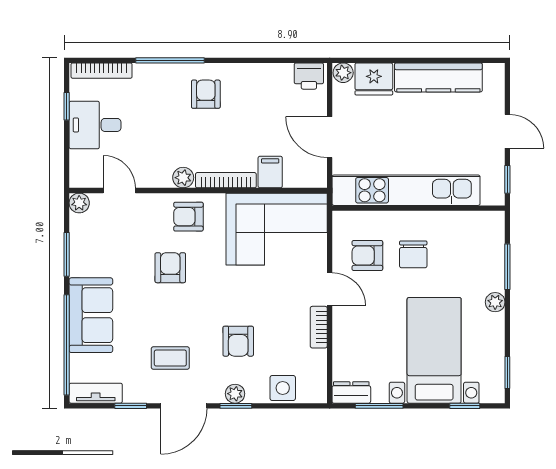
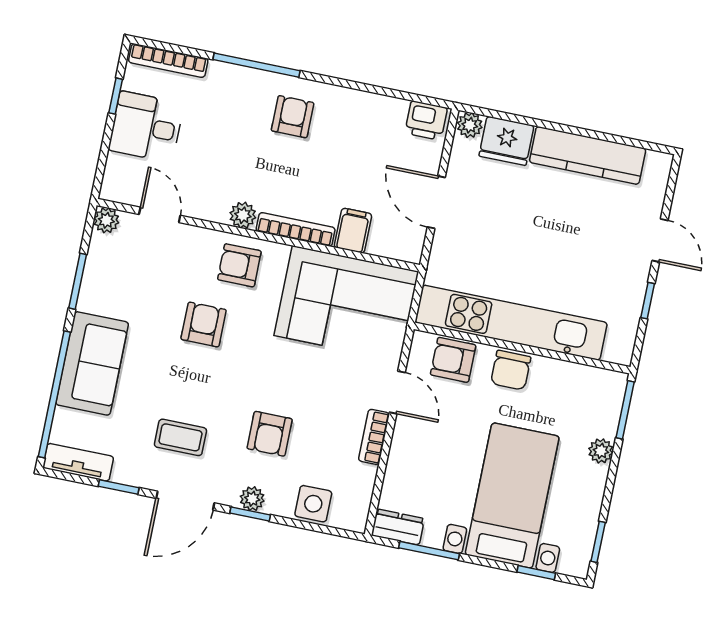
kitchen unit: (406, 190) -> (511, 323), moved
wall: (418, 208) -> (522, 348), moved

